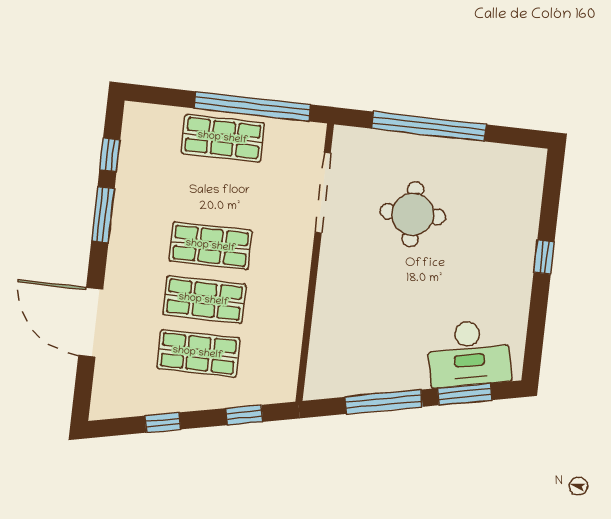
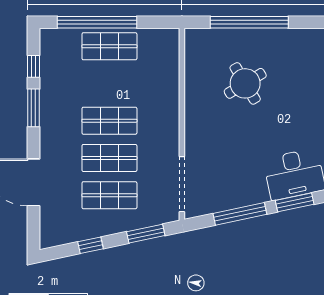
window: (252, 106) -> (97, 22), moved
doorway: (323, 193) -> (182, 184), moved
round table: (413, 214) -> (245, 83), turned -31
window: (244, 415) -> (146, 234), width x1.50

